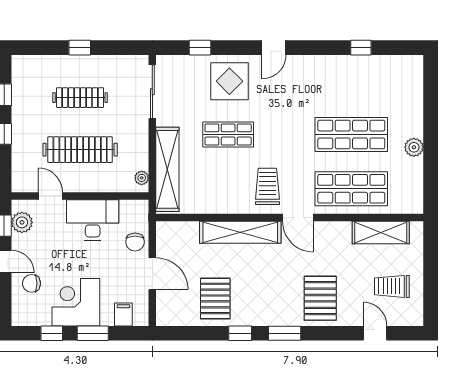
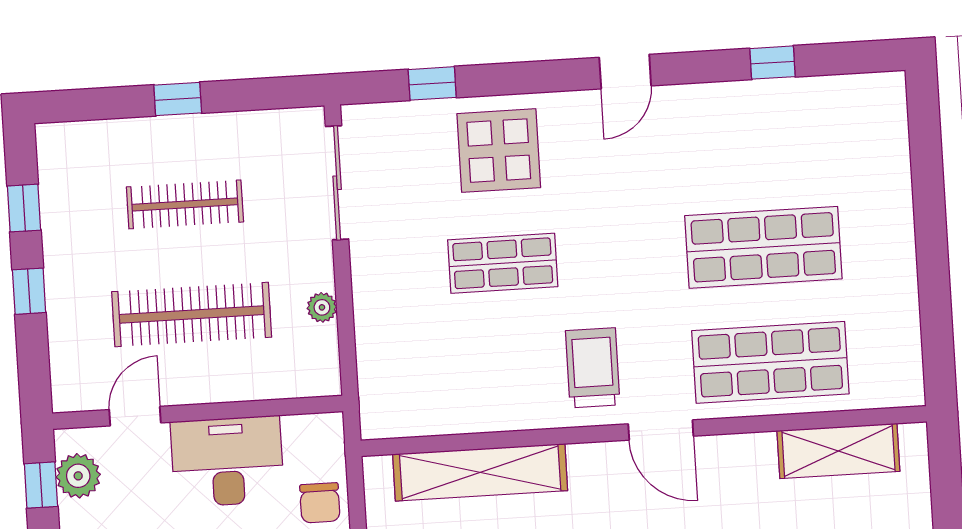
door: (274, 48) -> (625, 72), moved
plant: (414, 147) -> (898, 266), removed
shelving: (167, 169) -> (379, 345), removed
plant: (142, 178) -> (322, 307), moved
door: (50, 196) -> (135, 416), hinge flipped
shelving: (240, 232) -> (480, 472), moved

